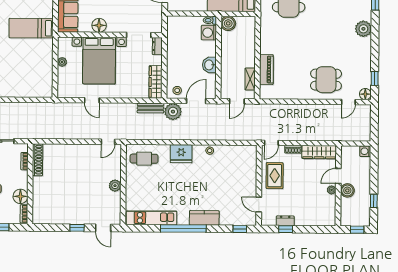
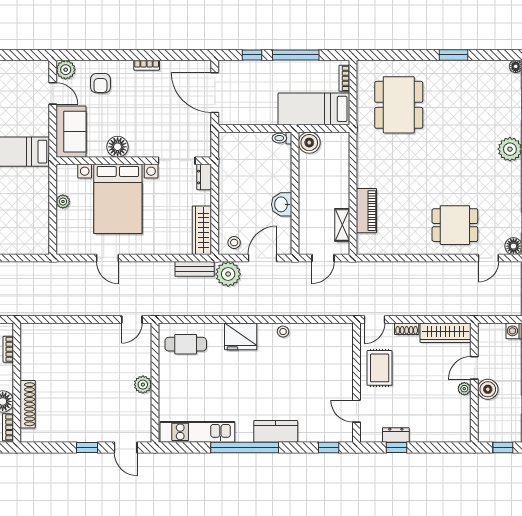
washing machine: (209, 33) -> (281, 156), removed
shoe rack: (38, 160) -> (28, 404), moved

